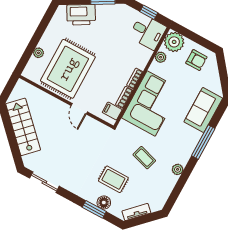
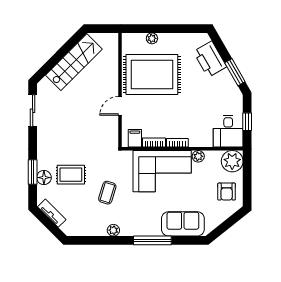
plant: (161, 57) -> (198, 156), moved
rug: (113, 179) -> (71, 175), turned 90

